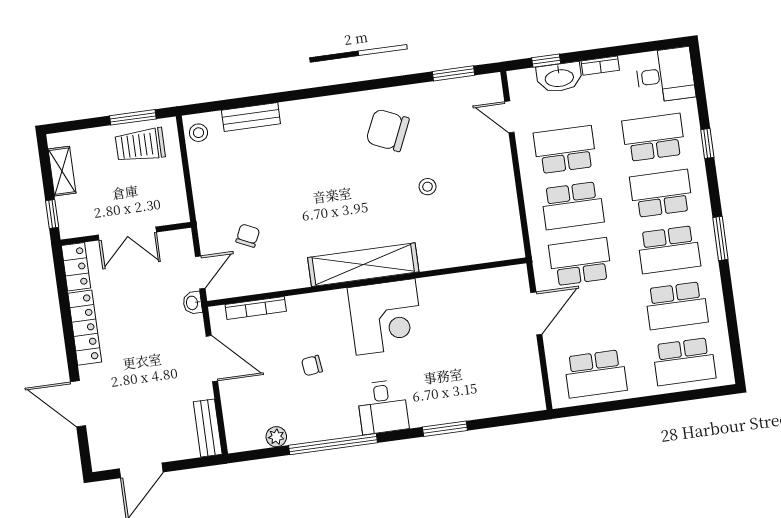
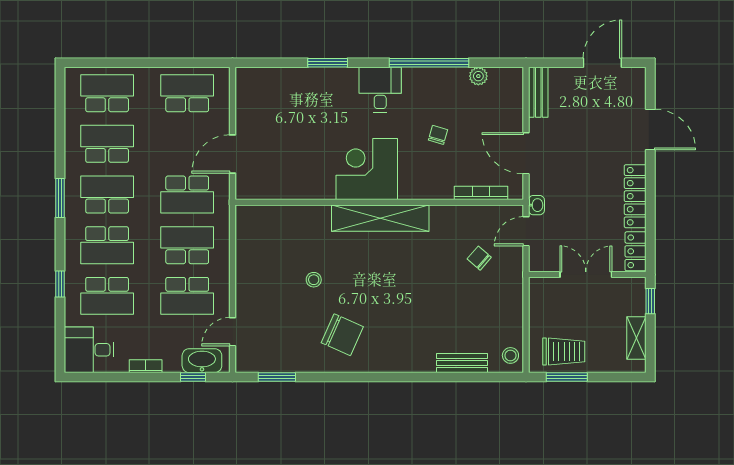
washbasin: (559, 77) -> (202, 361), moved
door: (509, 117) -> (233, 332), swing flipped
chair: (248, 236) -> (479, 258), turned 106
chair: (312, 366) -> (438, 135), turned -67

